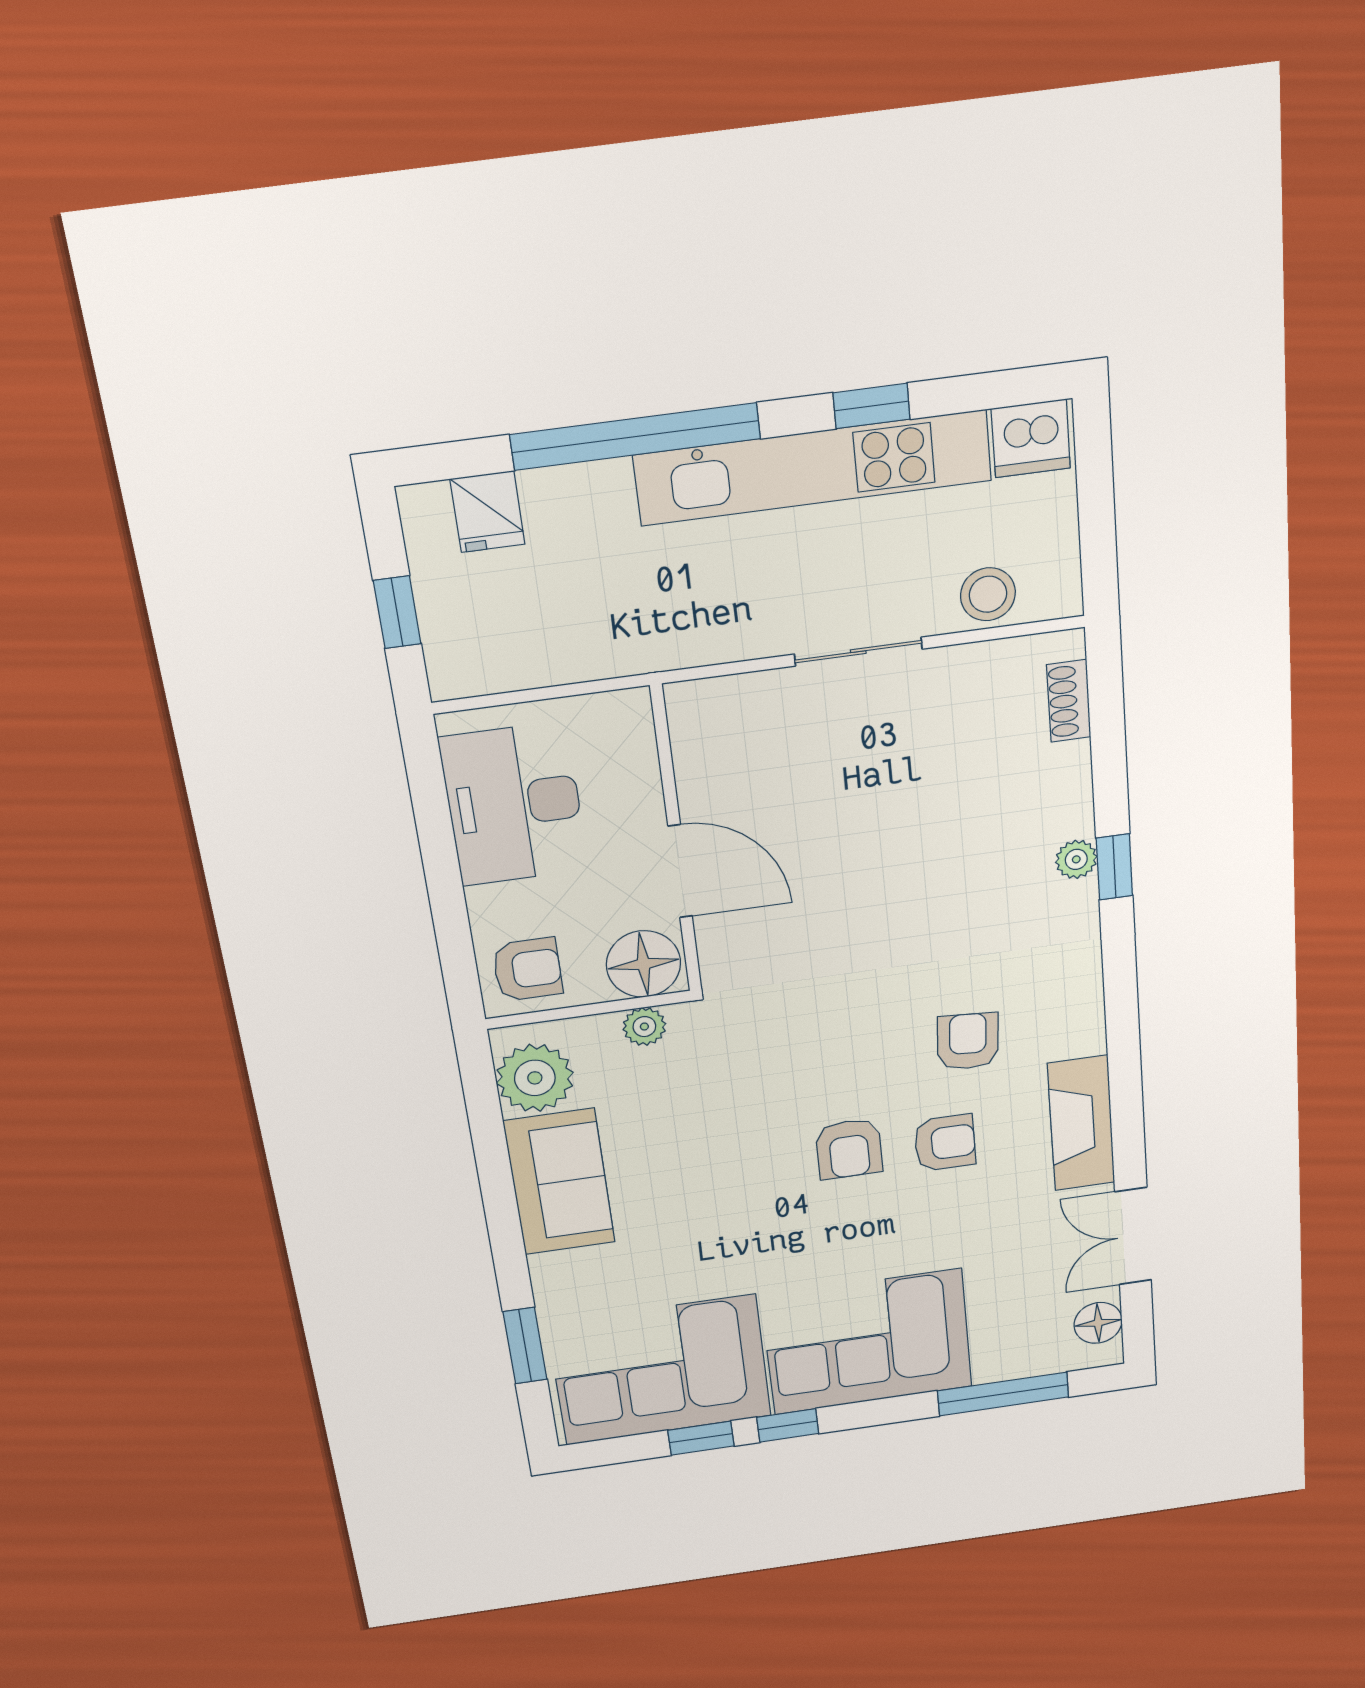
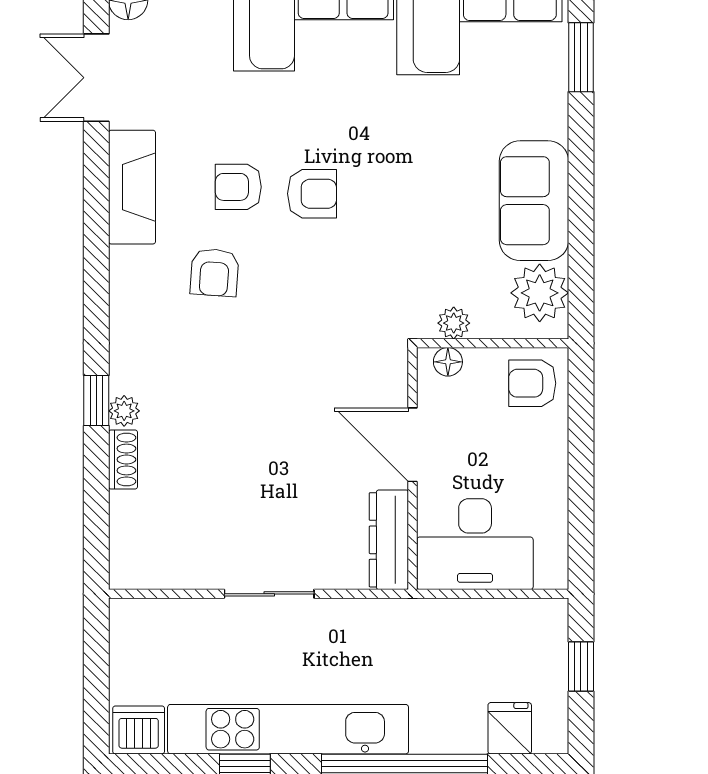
stool: (988, 594) -> (175, 623), removed
shoe rack: (1069, 701) -> (123, 459), moved
dresser: (698, 746) -> (389, 540), added
desk: (514, 804) -> (475, 544), moved, turned 90
floor lamp: (643, 964) -> (448, 362), width x0.53, depth x0.53
armchair: (849, 1149) -> (312, 194), turned 90
double door: (1133, 1236) -> (96, 78), swing flipped

